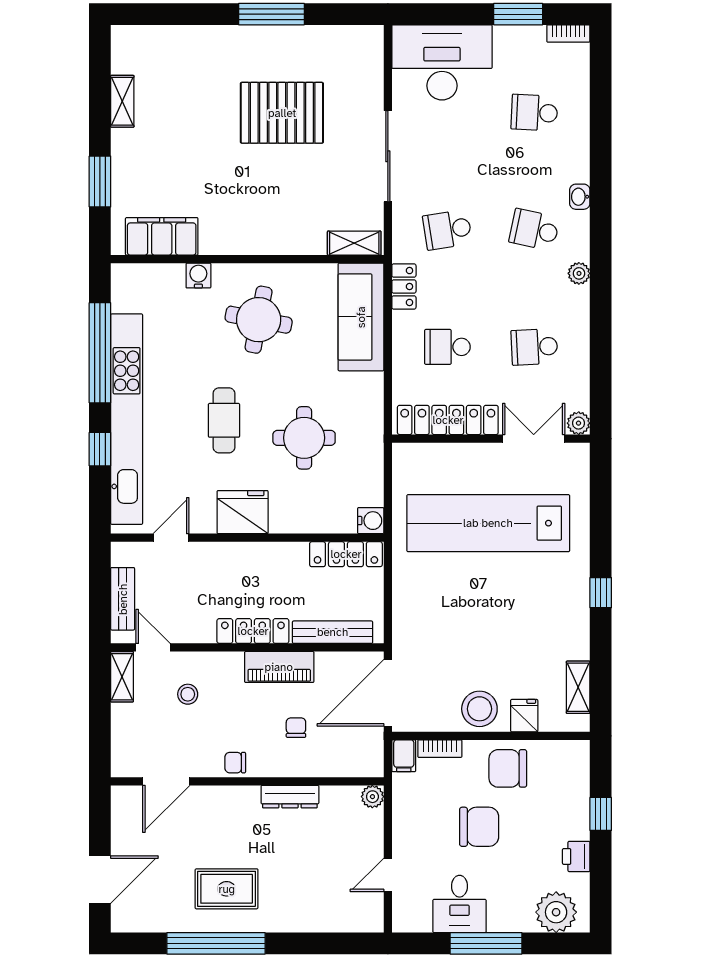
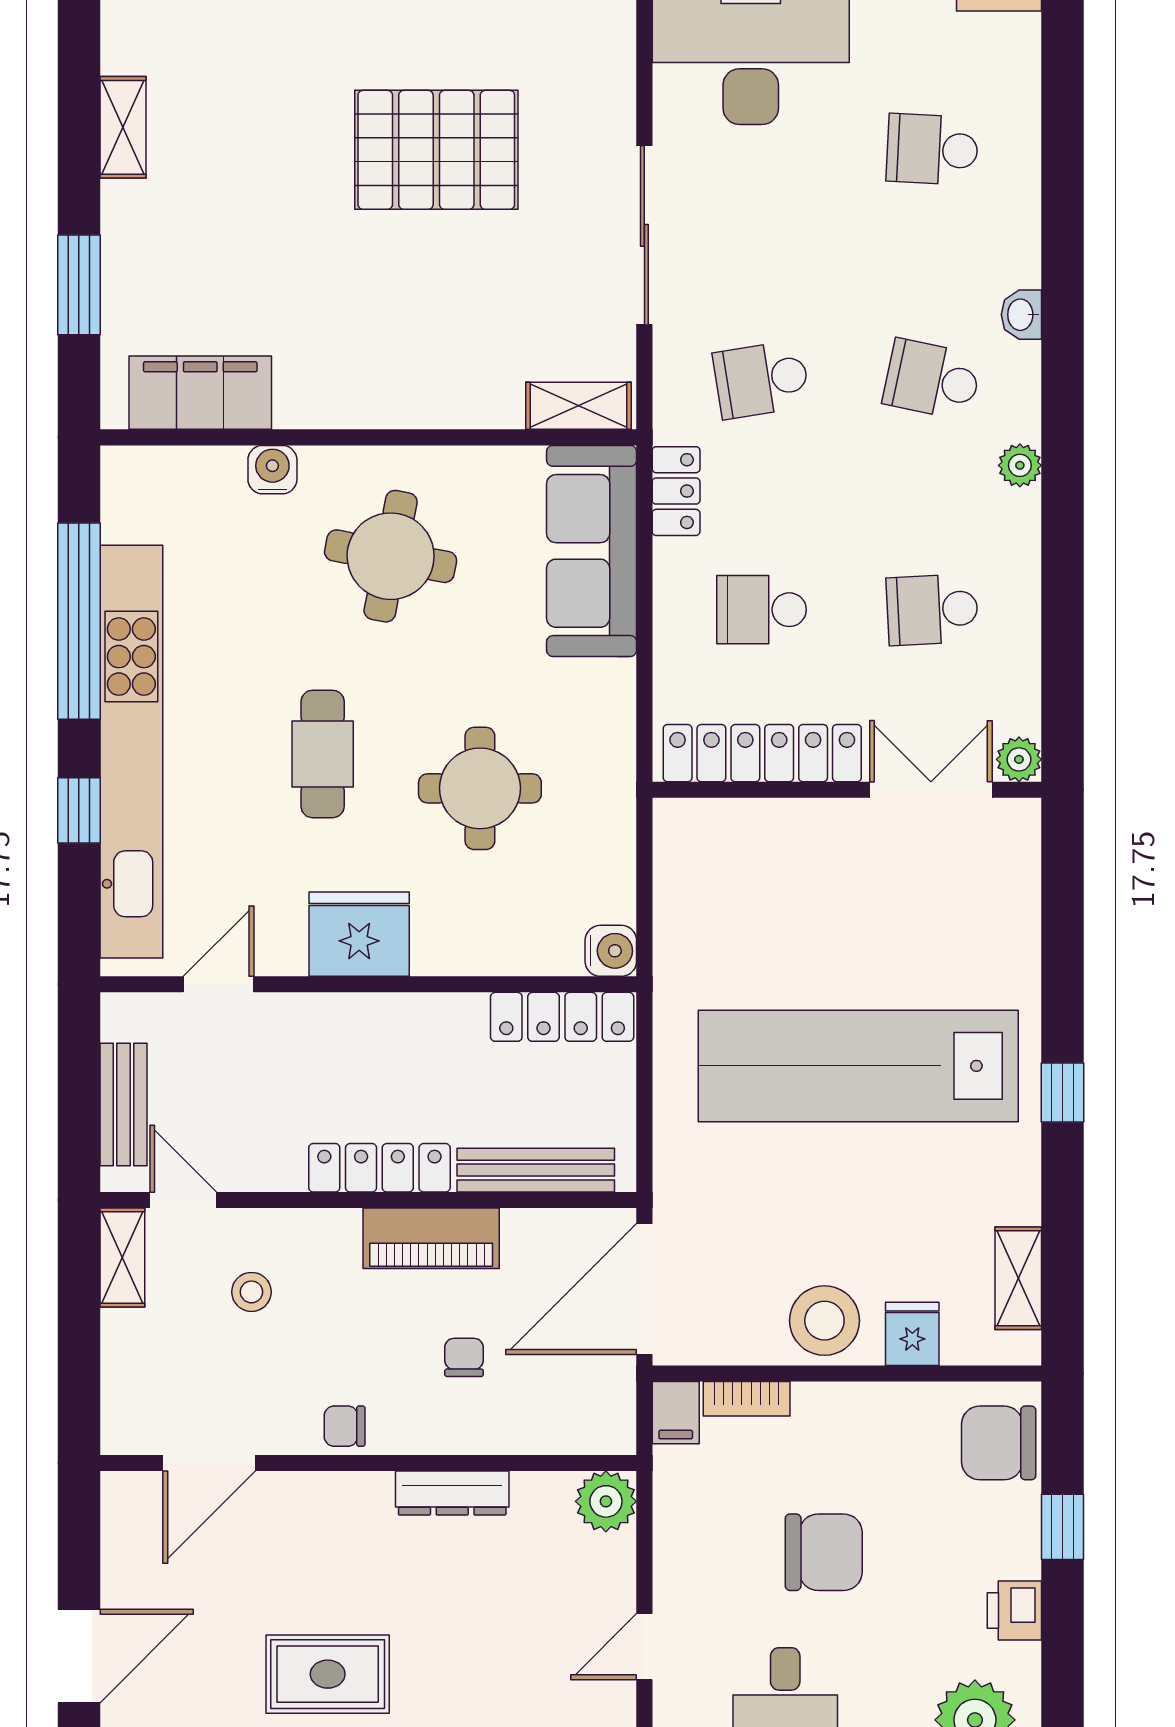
lab bench: (488, 523) -> (858, 1066), moved
chair: (508, 768) -> (999, 1443), moved
plant: (372, 797) -> (606, 1501), width x1.38, depth x1.38

